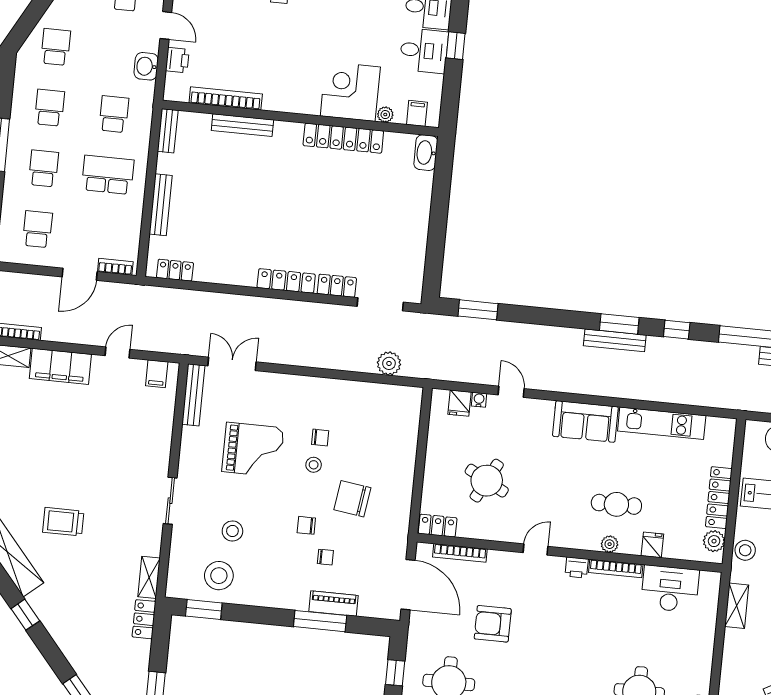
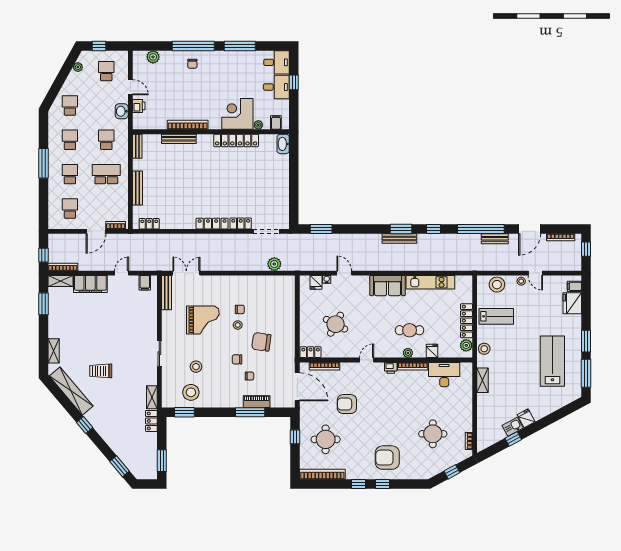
bookcase: (226, 98) -> (188, 125), moved

